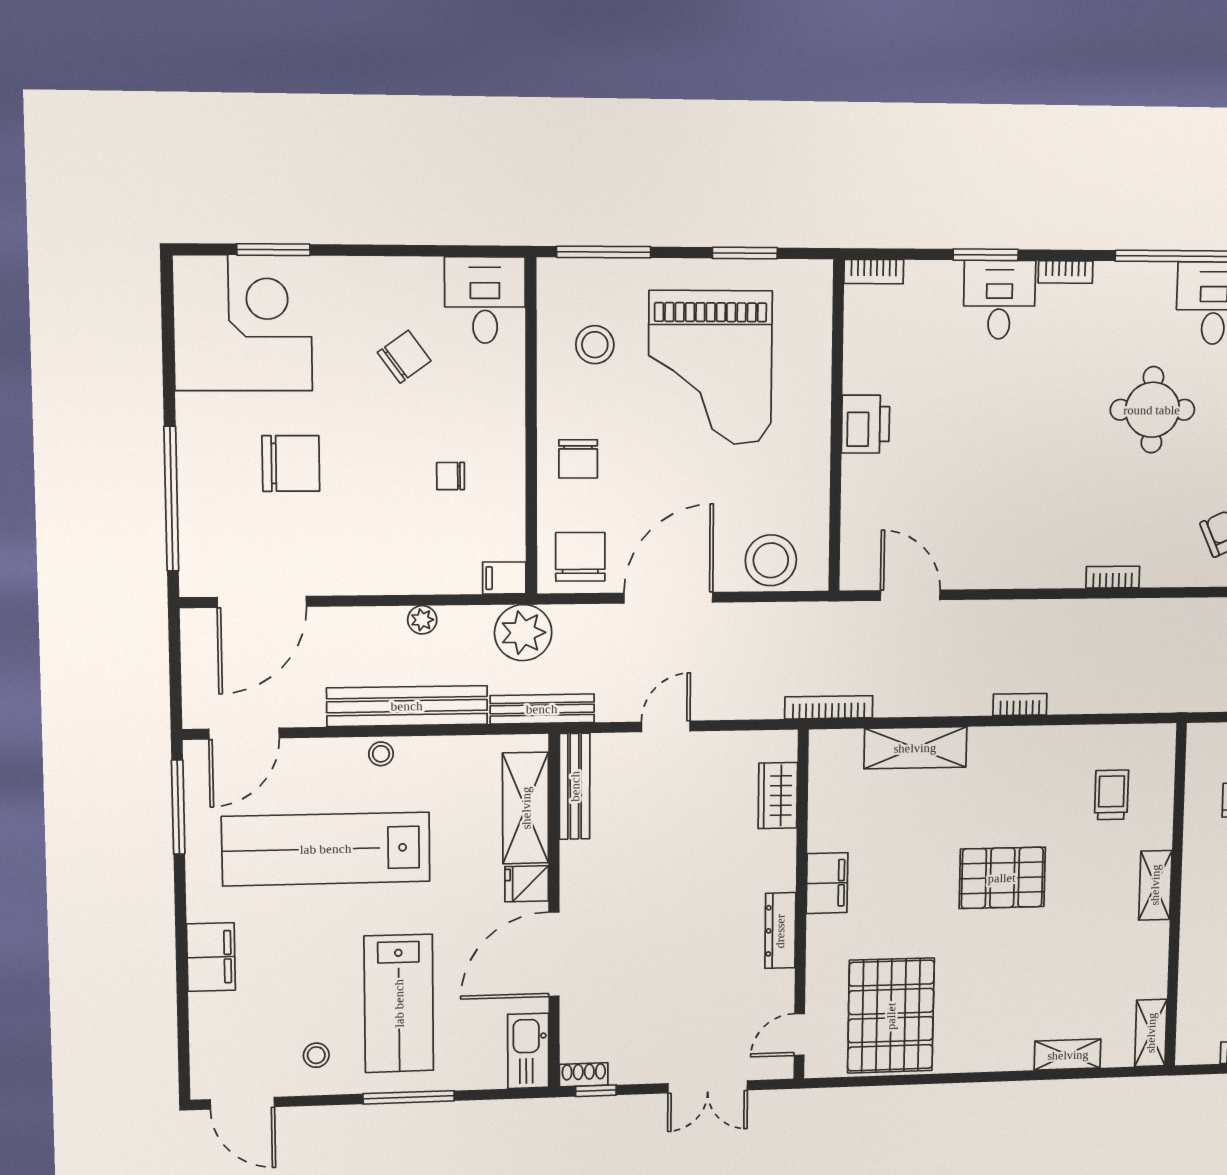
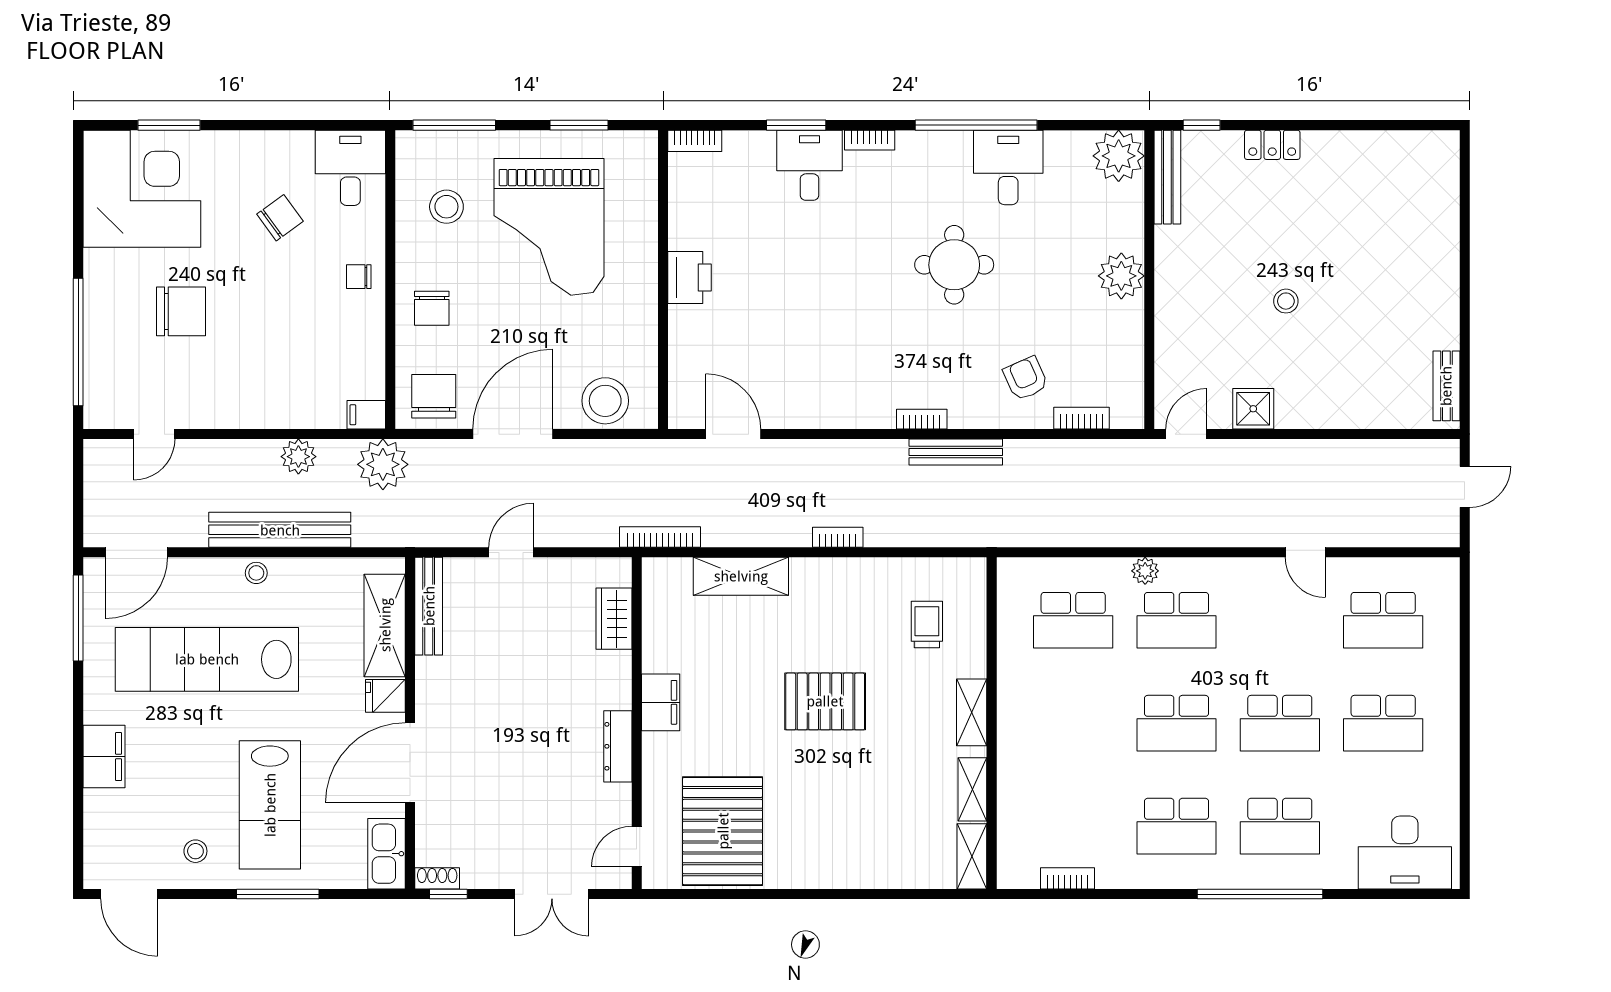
chair: (451, 476) -> (359, 277), moved
door: (262, 602) -> (154, 434), width x0.53
plant: (422, 620) -> (298, 457), width x1.38, depth x1.38
bench: (542, 709) -> (956, 452), moved
shelving: (1068, 1055) -> (972, 789), moved, turned 90

